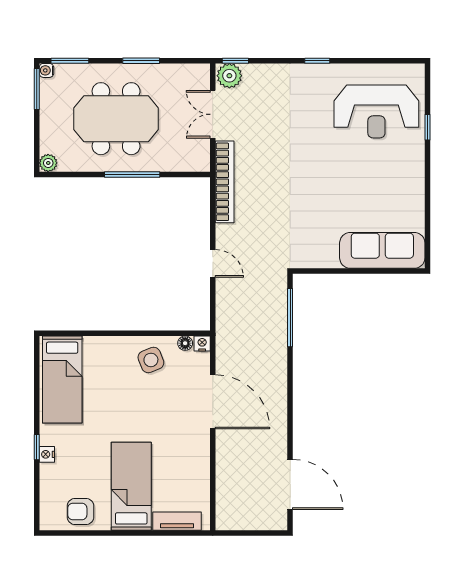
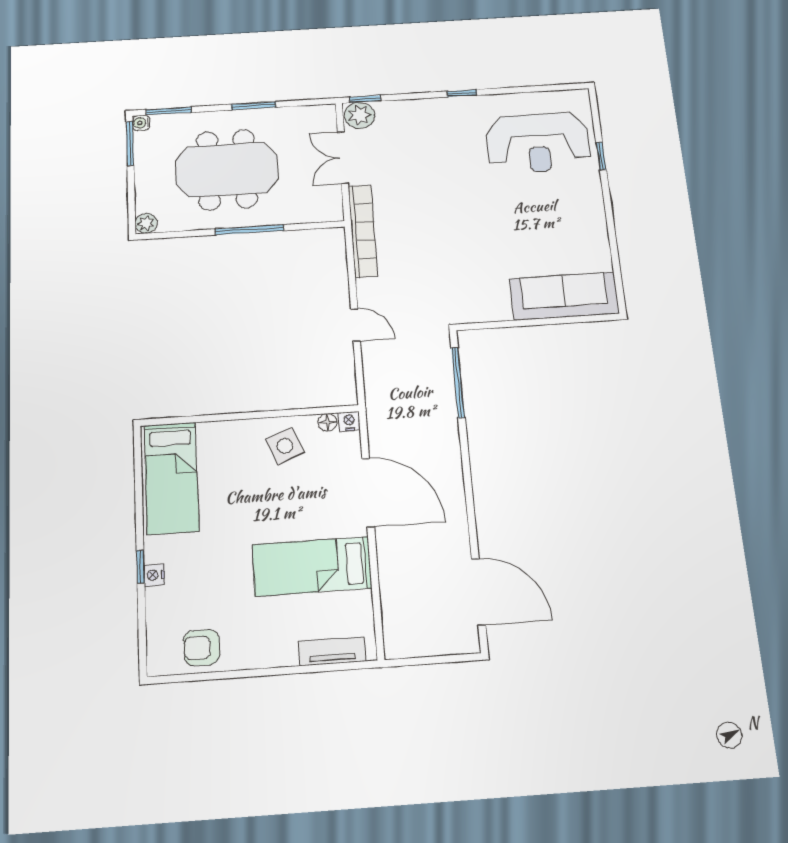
bed: (131, 486) -> (312, 566), moved, turned -90

